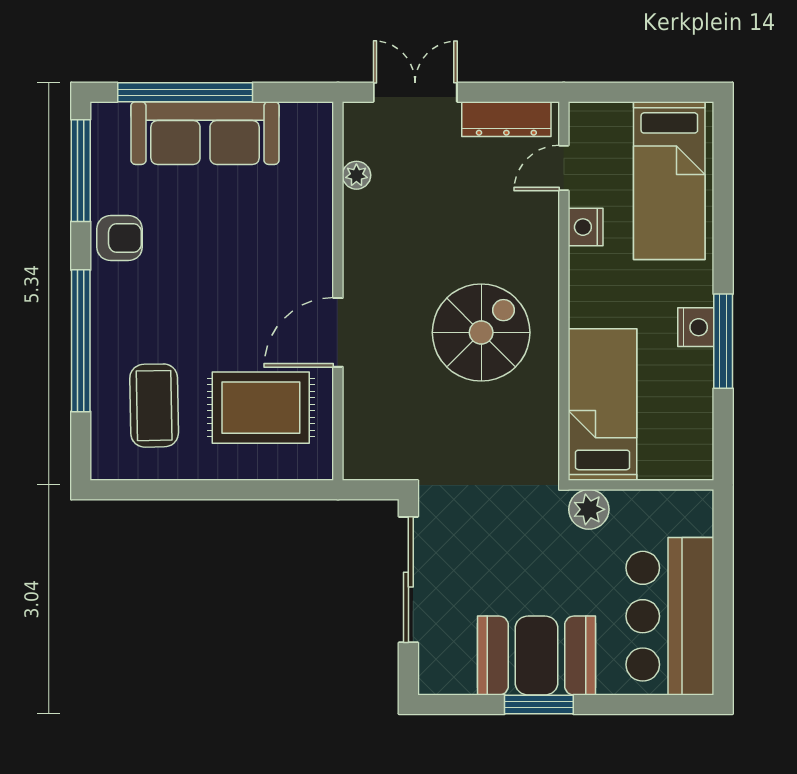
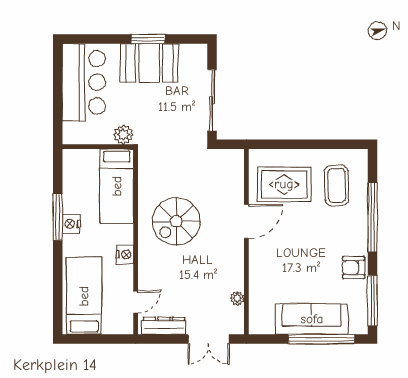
nightstand: (586, 227) -> (125, 254), moved

